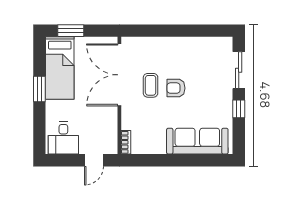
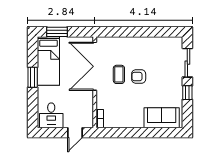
sofa: (197, 141) -> (162, 118), width x0.73

